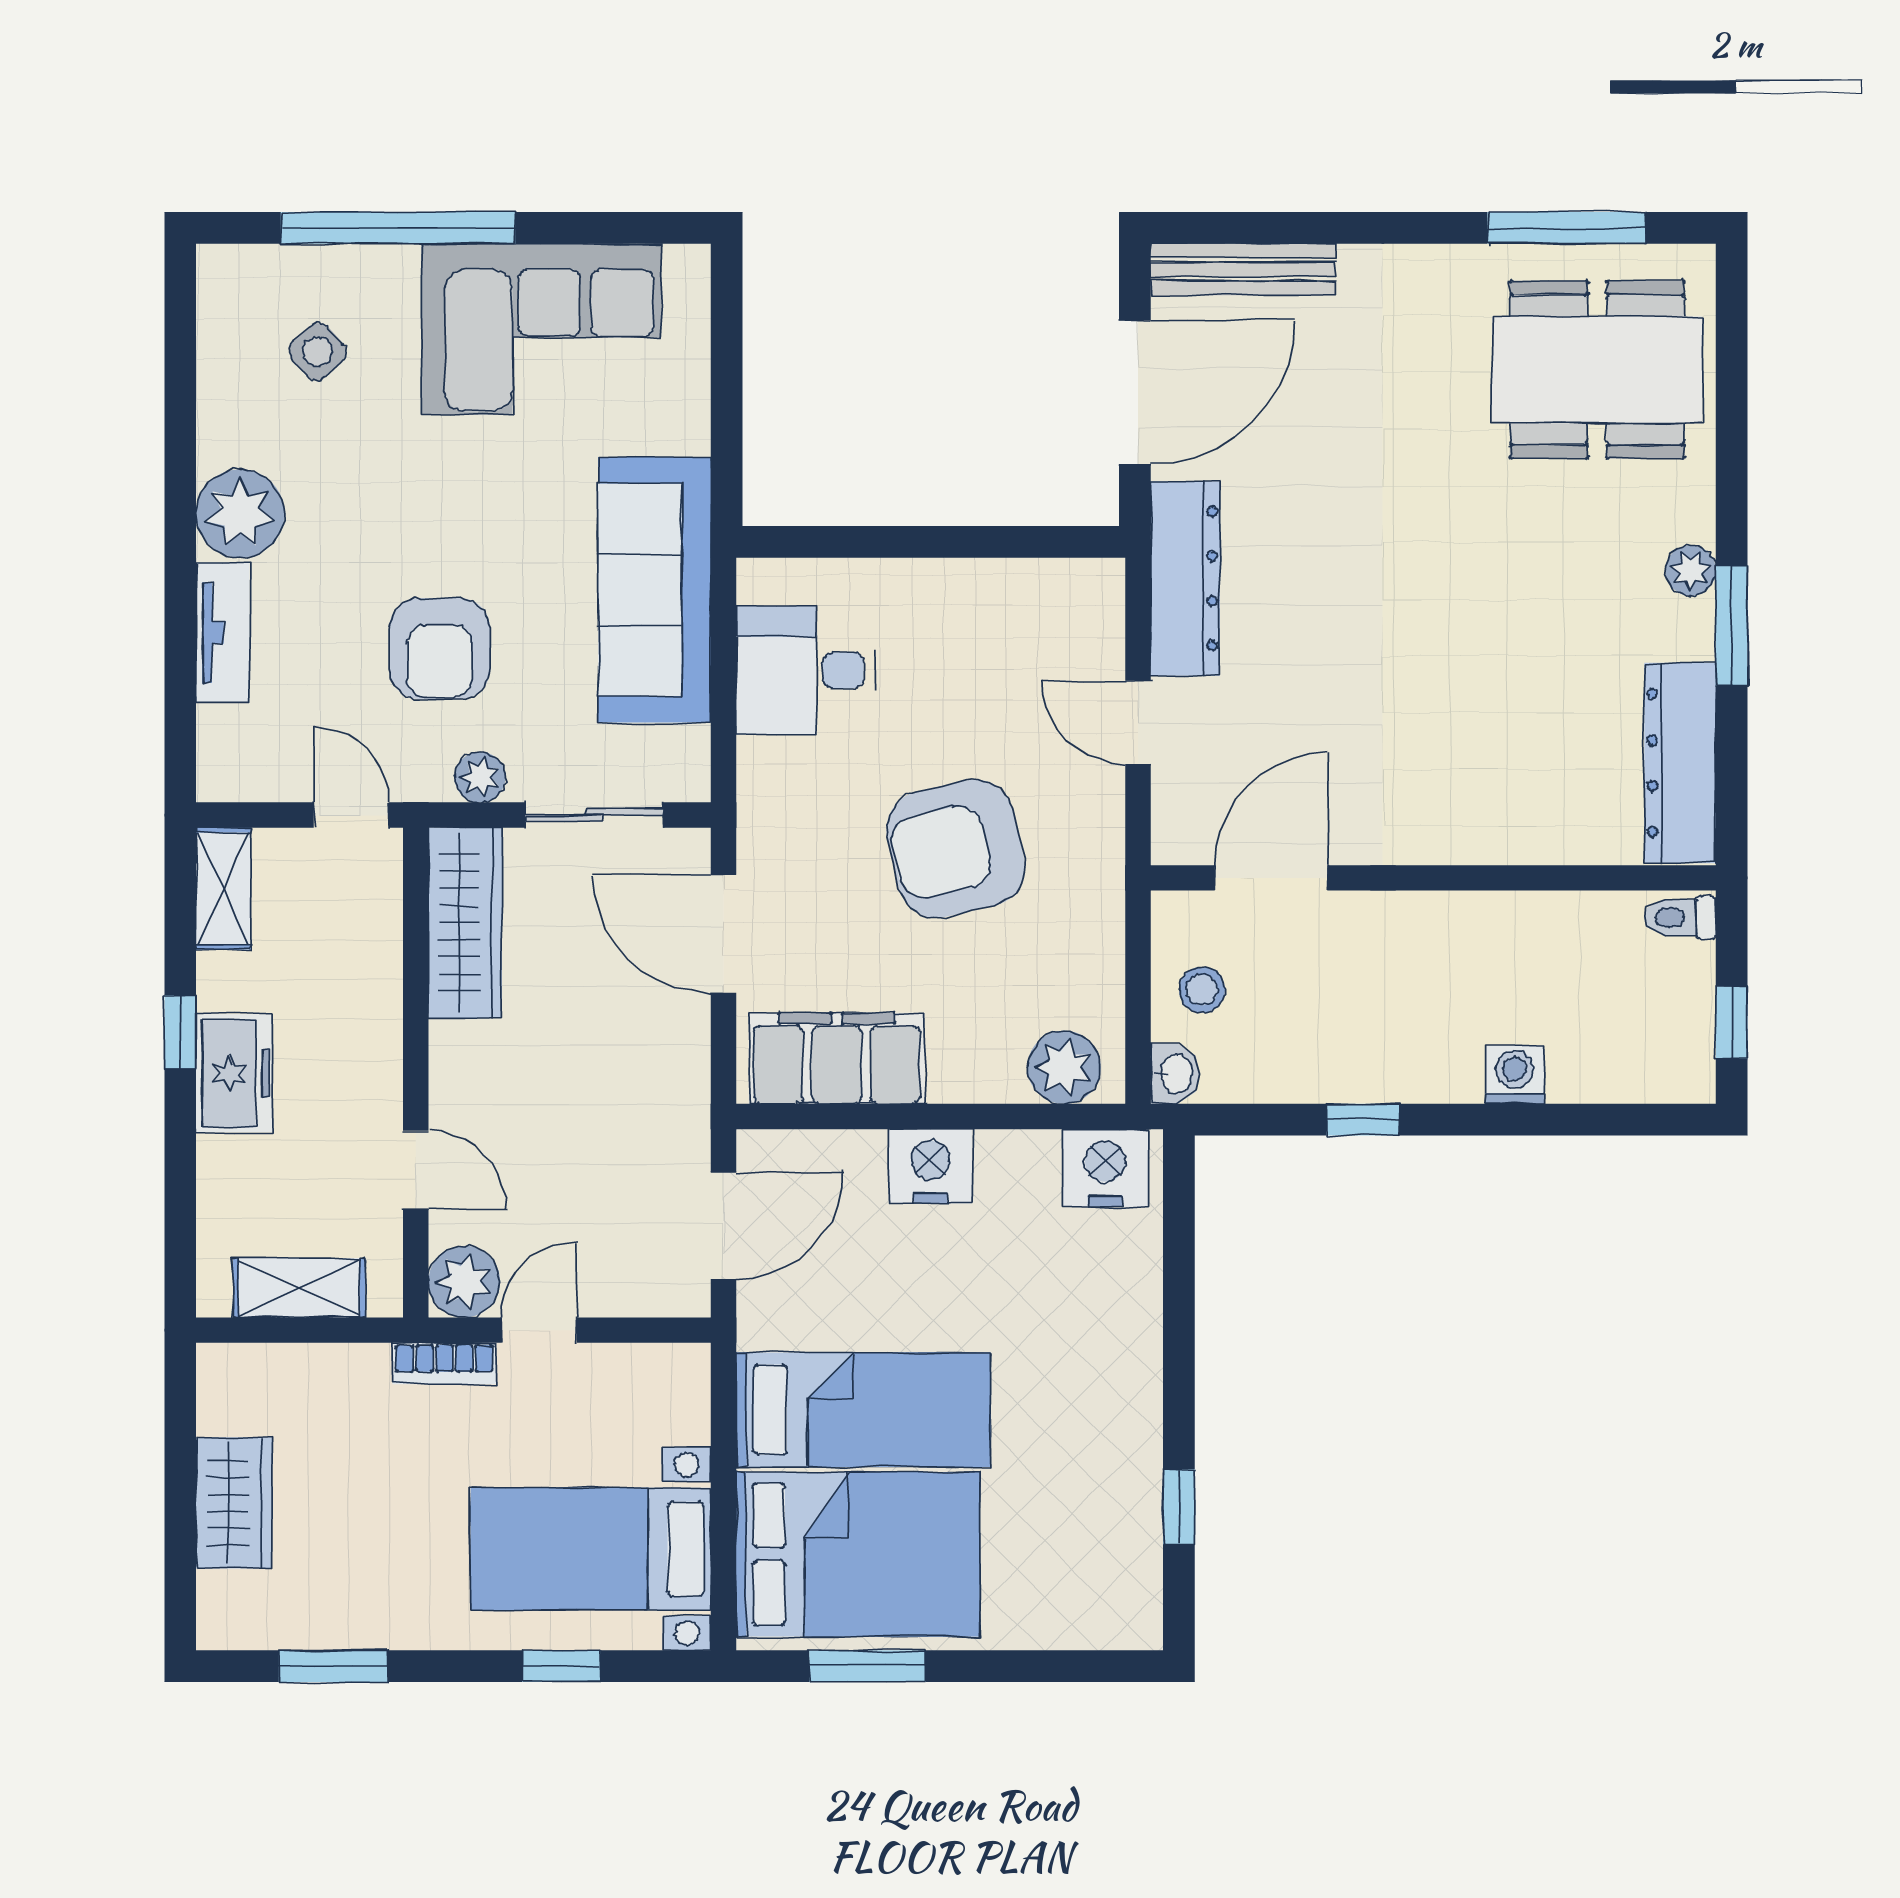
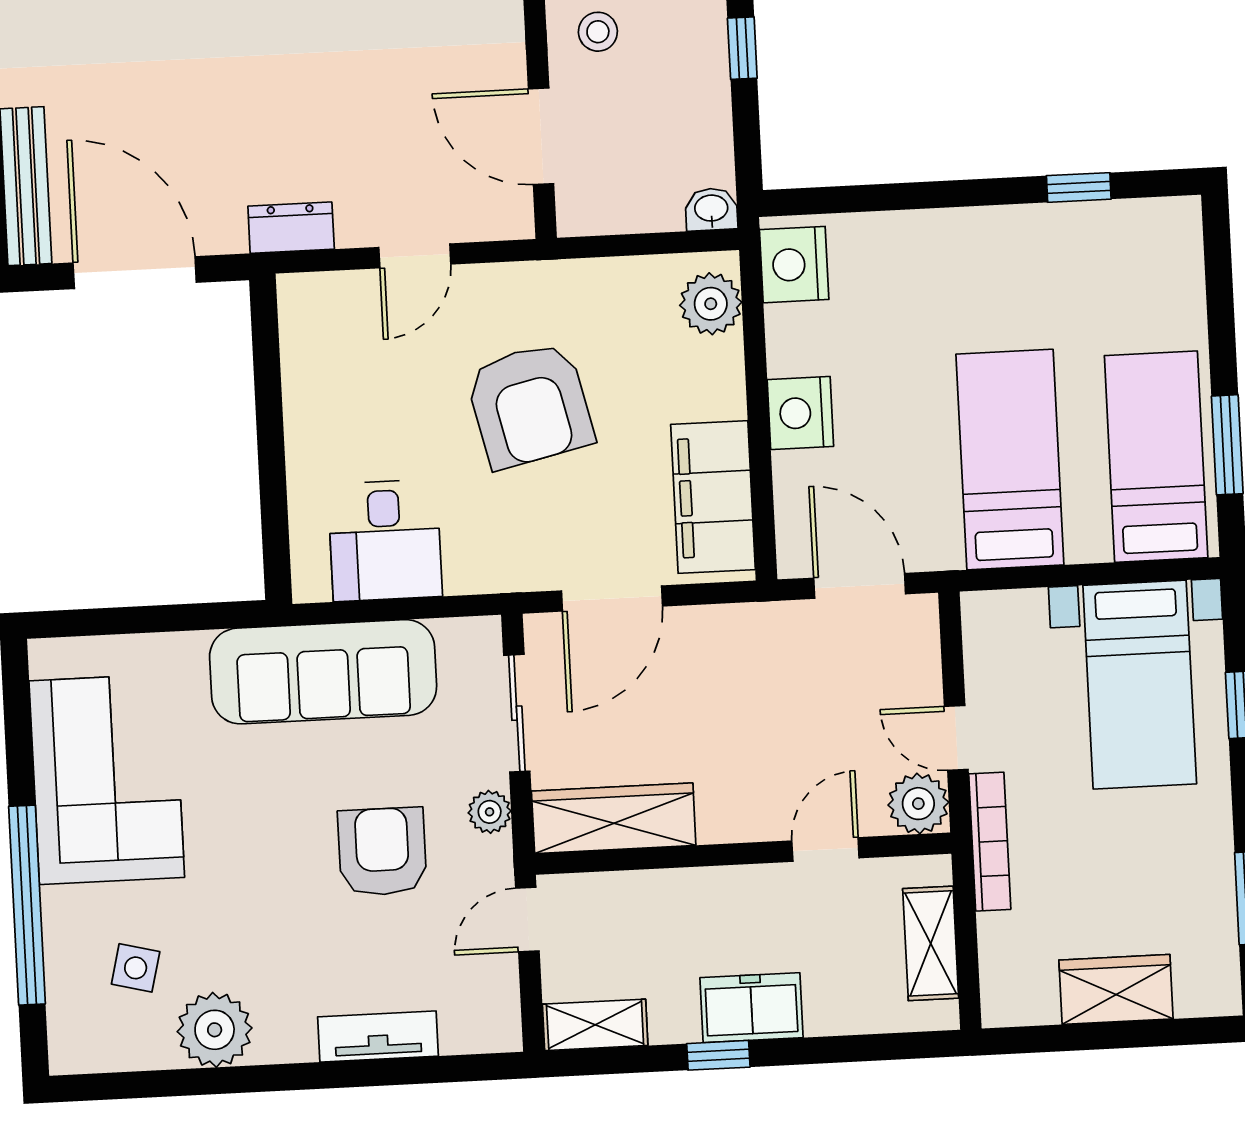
side table: (318, 352) -> (136, 968), turned -34
plant: (240, 513) -> (215, 1030), moved
dresser: (1185, 579) -> (291, 228), width x0.51, depth x0.80
armchair: (440, 649) -> (382, 852), turned -90
stool: (1202, 990) -> (598, 32), moved
bookcase: (444, 1363) -> (990, 842), width x1.56
bed: (858, 1554) -> (1156, 457), width x0.67

